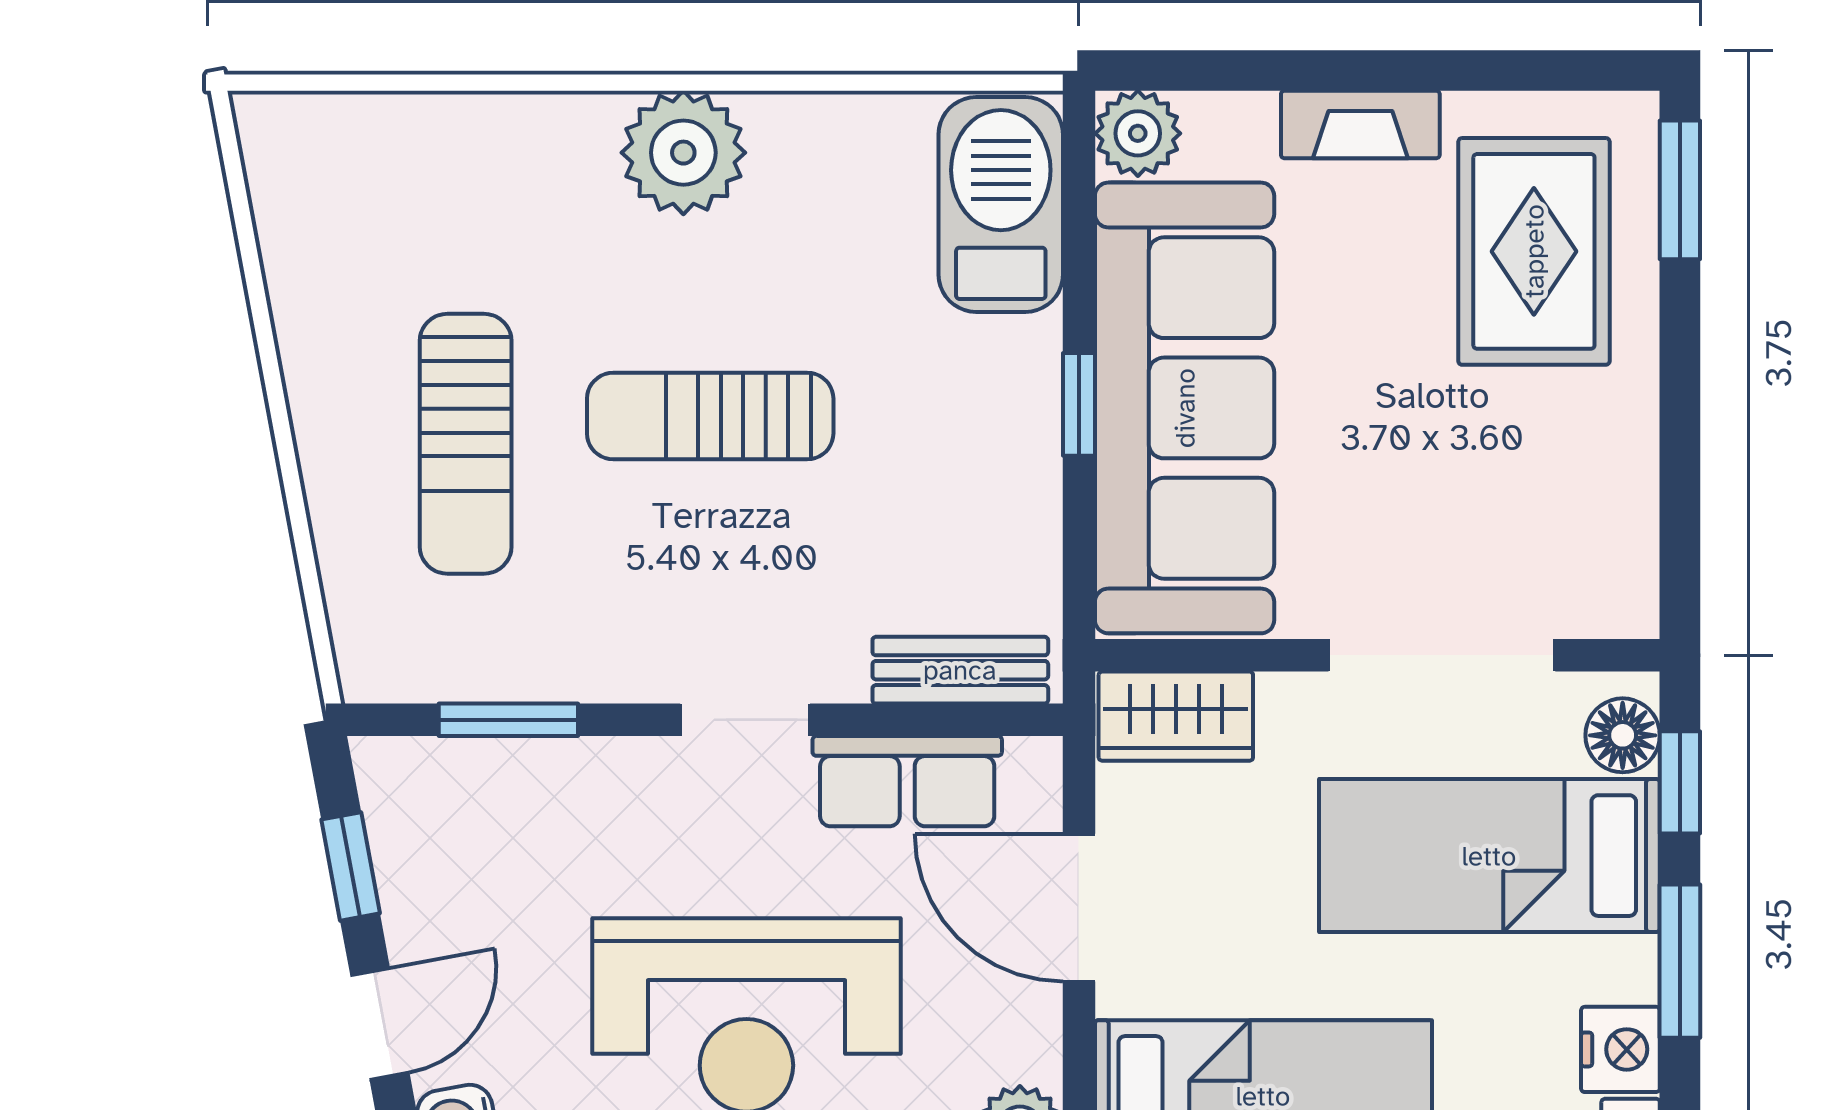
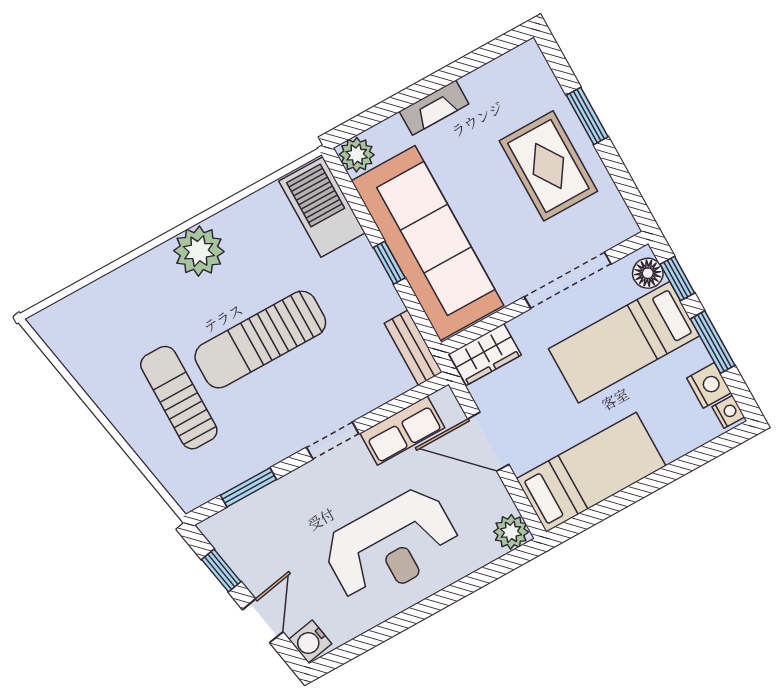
window: (1680, 190) -> (587, 116), moved
rug: (1534, 251) -> (548, 166), moved
sun lounger: (710, 416) -> (260, 340), width x1.36, depth x1.34
sun lounger: (466, 444) -> (179, 398), turned 180
bench: (960, 670) -> (413, 348), moved, turned 90

